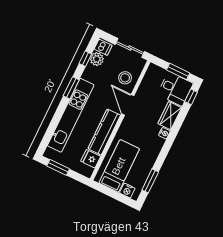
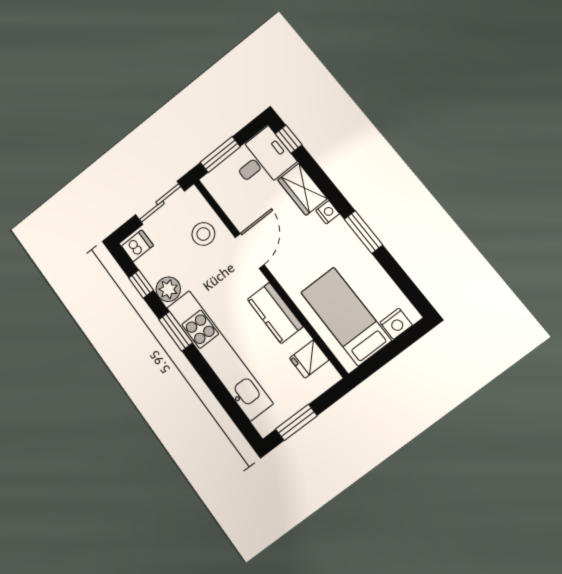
plant: (97, 59) -> (168, 289), moved
window: (178, 71) -> (220, 154), moved
door: (128, 105) -> (250, 251), swing flipped
kitchen counter: (104, 132) -> (275, 313), width x0.67
window: (150, 181) -> (363, 232), moved

